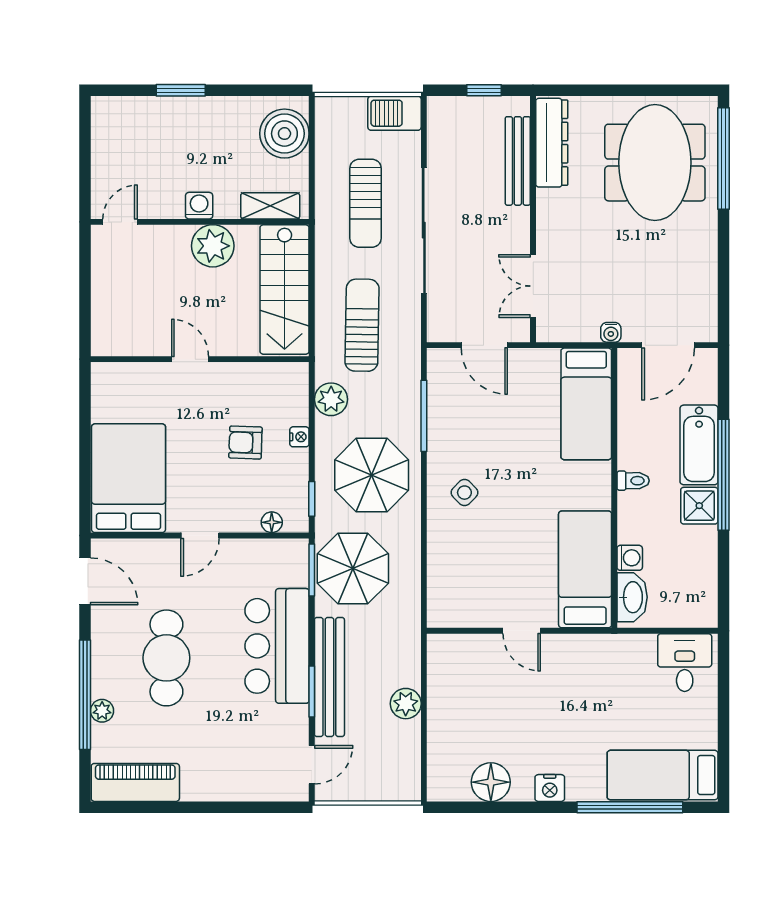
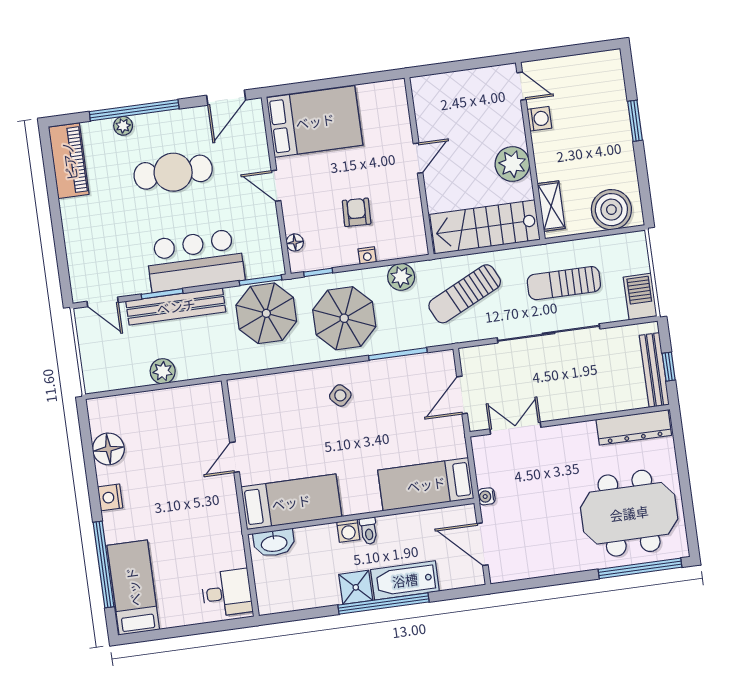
bench: (518, 161) -> (654, 370), moved, turned 90
washing machine: (199, 206) -> (539, 119), moved
sun lounger: (362, 325) -> (465, 294), turned 153
washing machine: (630, 558) -> (348, 531), moved

